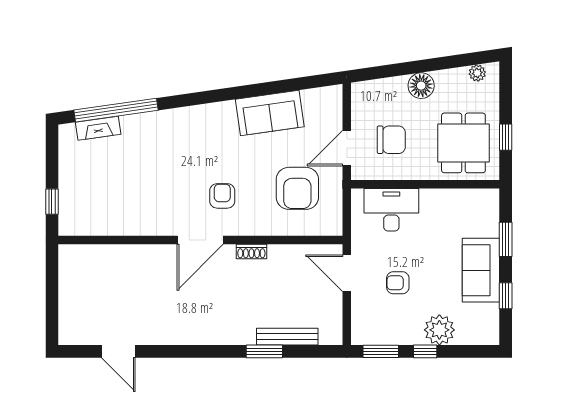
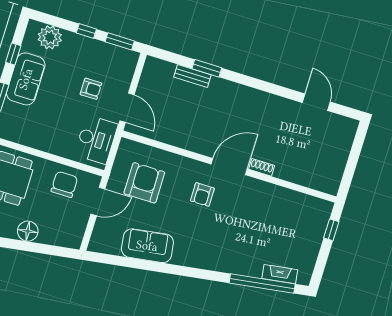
chair: (391, 140) -> (64, 184), moved, turned 90
desk: (391, 210) -> (96, 139), moved, turned -90
shoe rack: (251, 251) -> (262, 167), moved
plant: (439, 330) -> (50, 37), moved
bench: (287, 337) -> (192, 76), width x0.73

